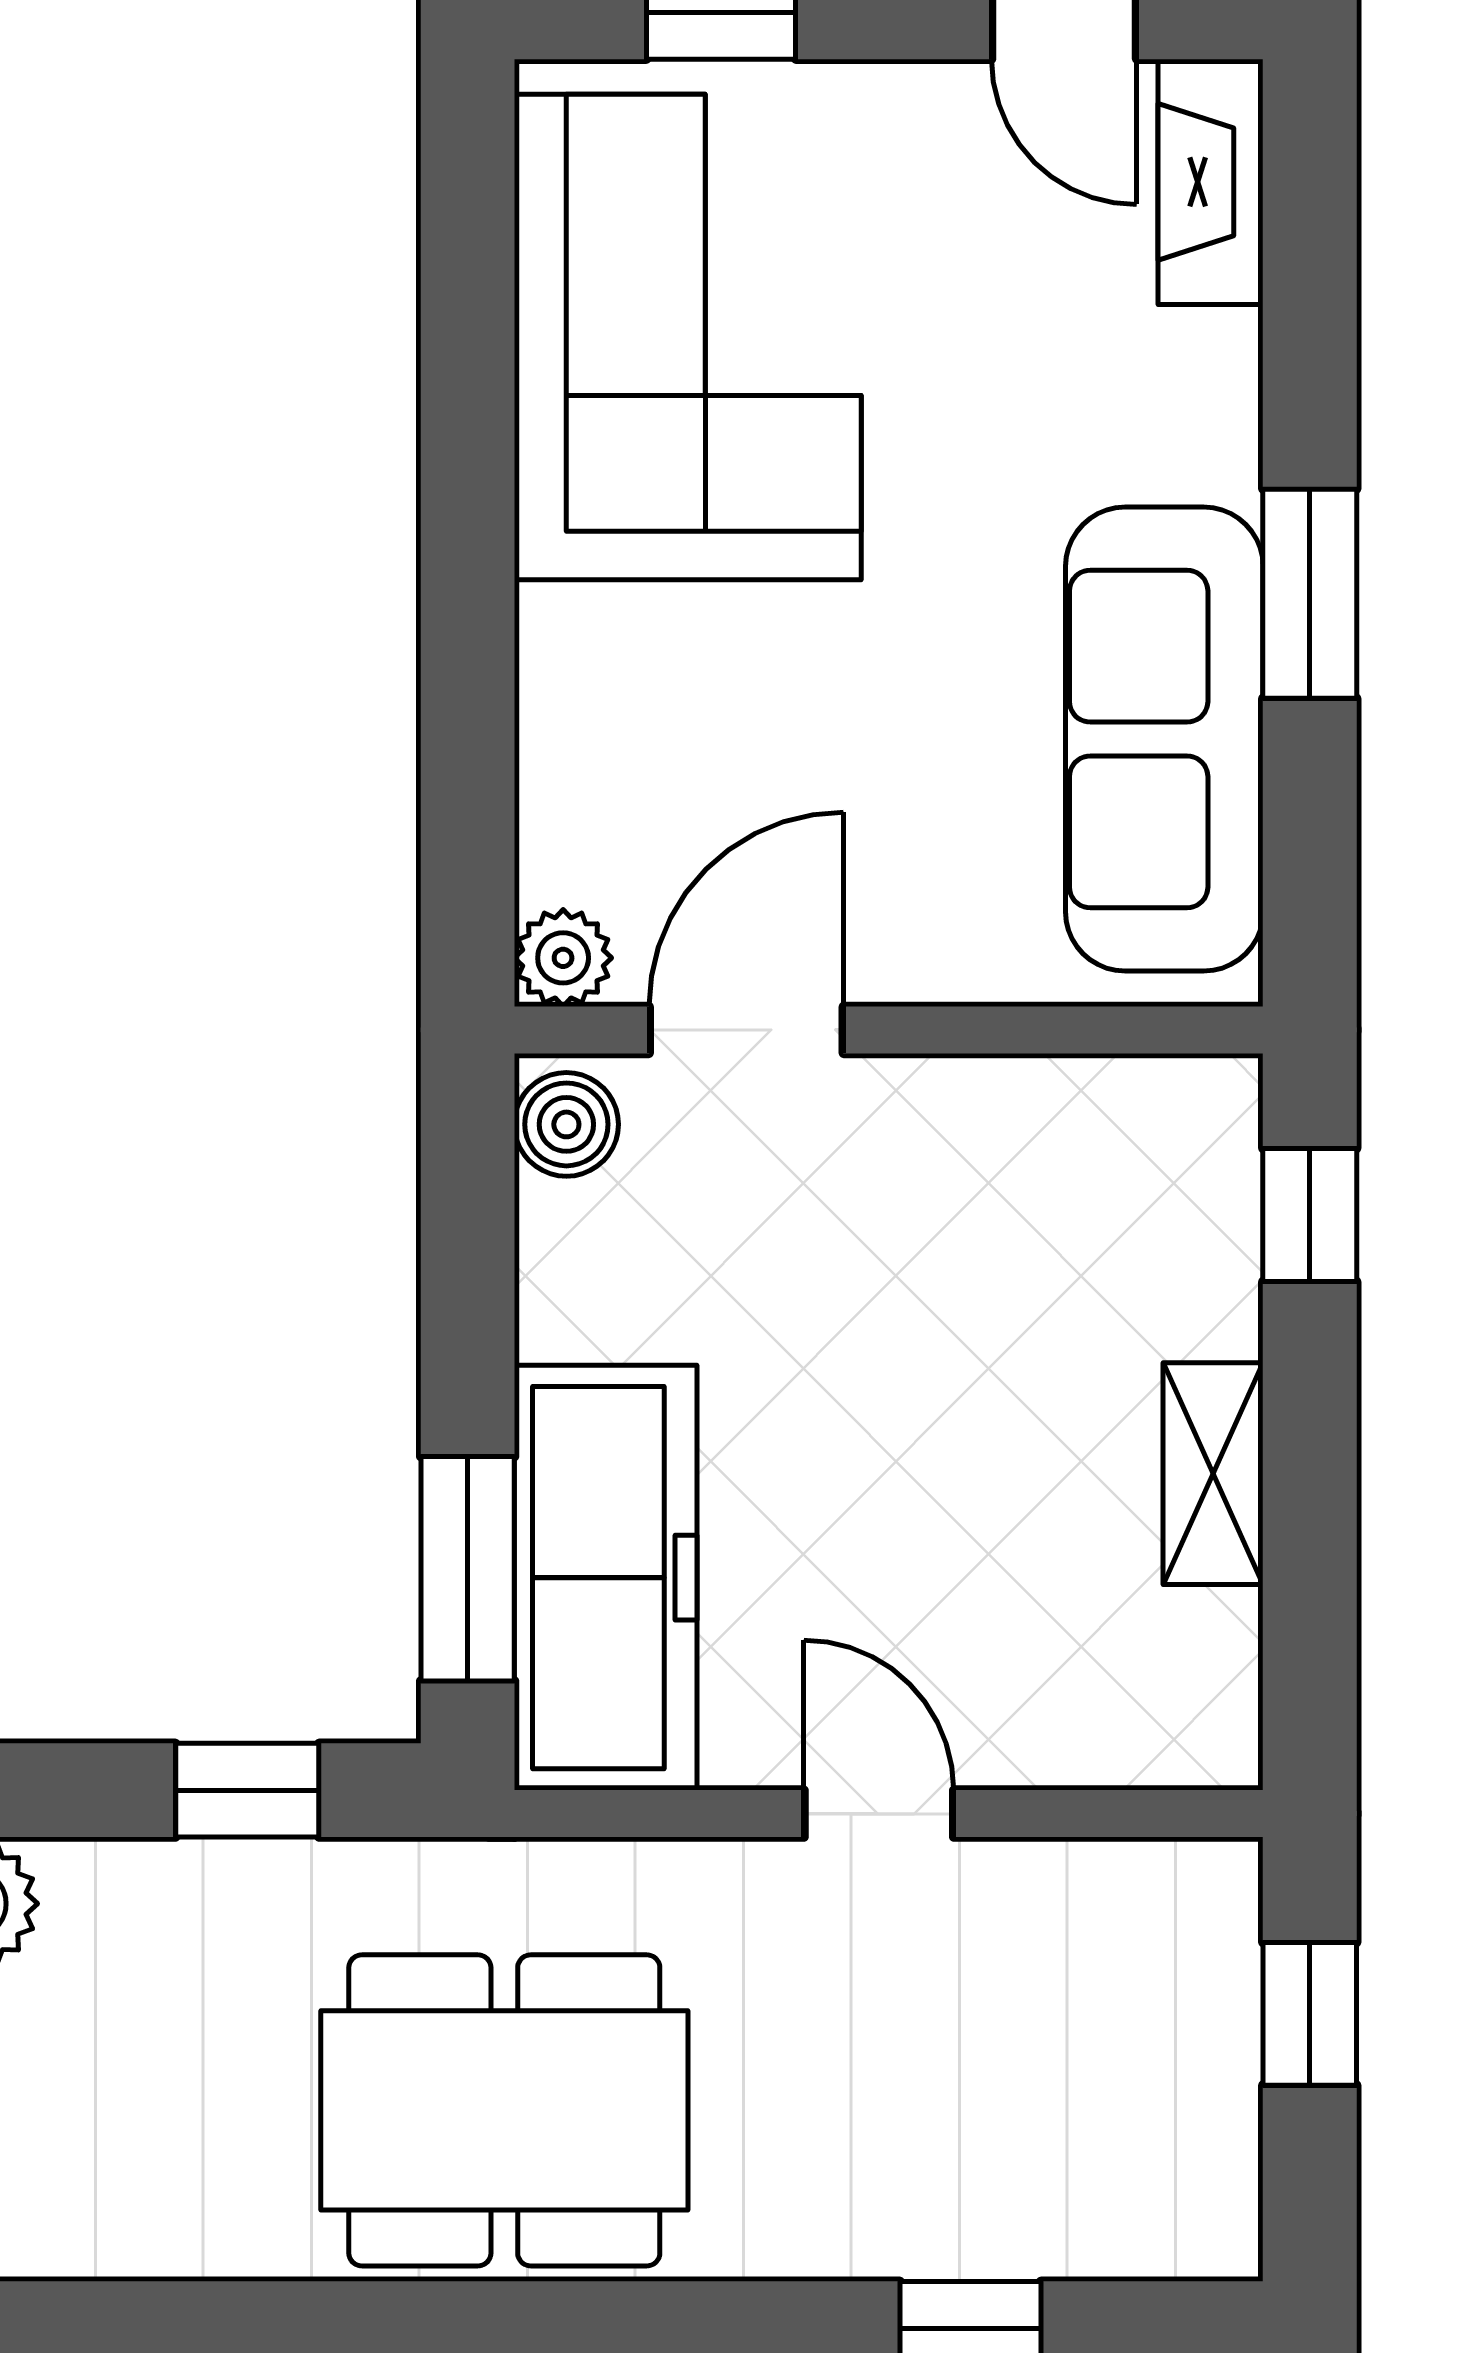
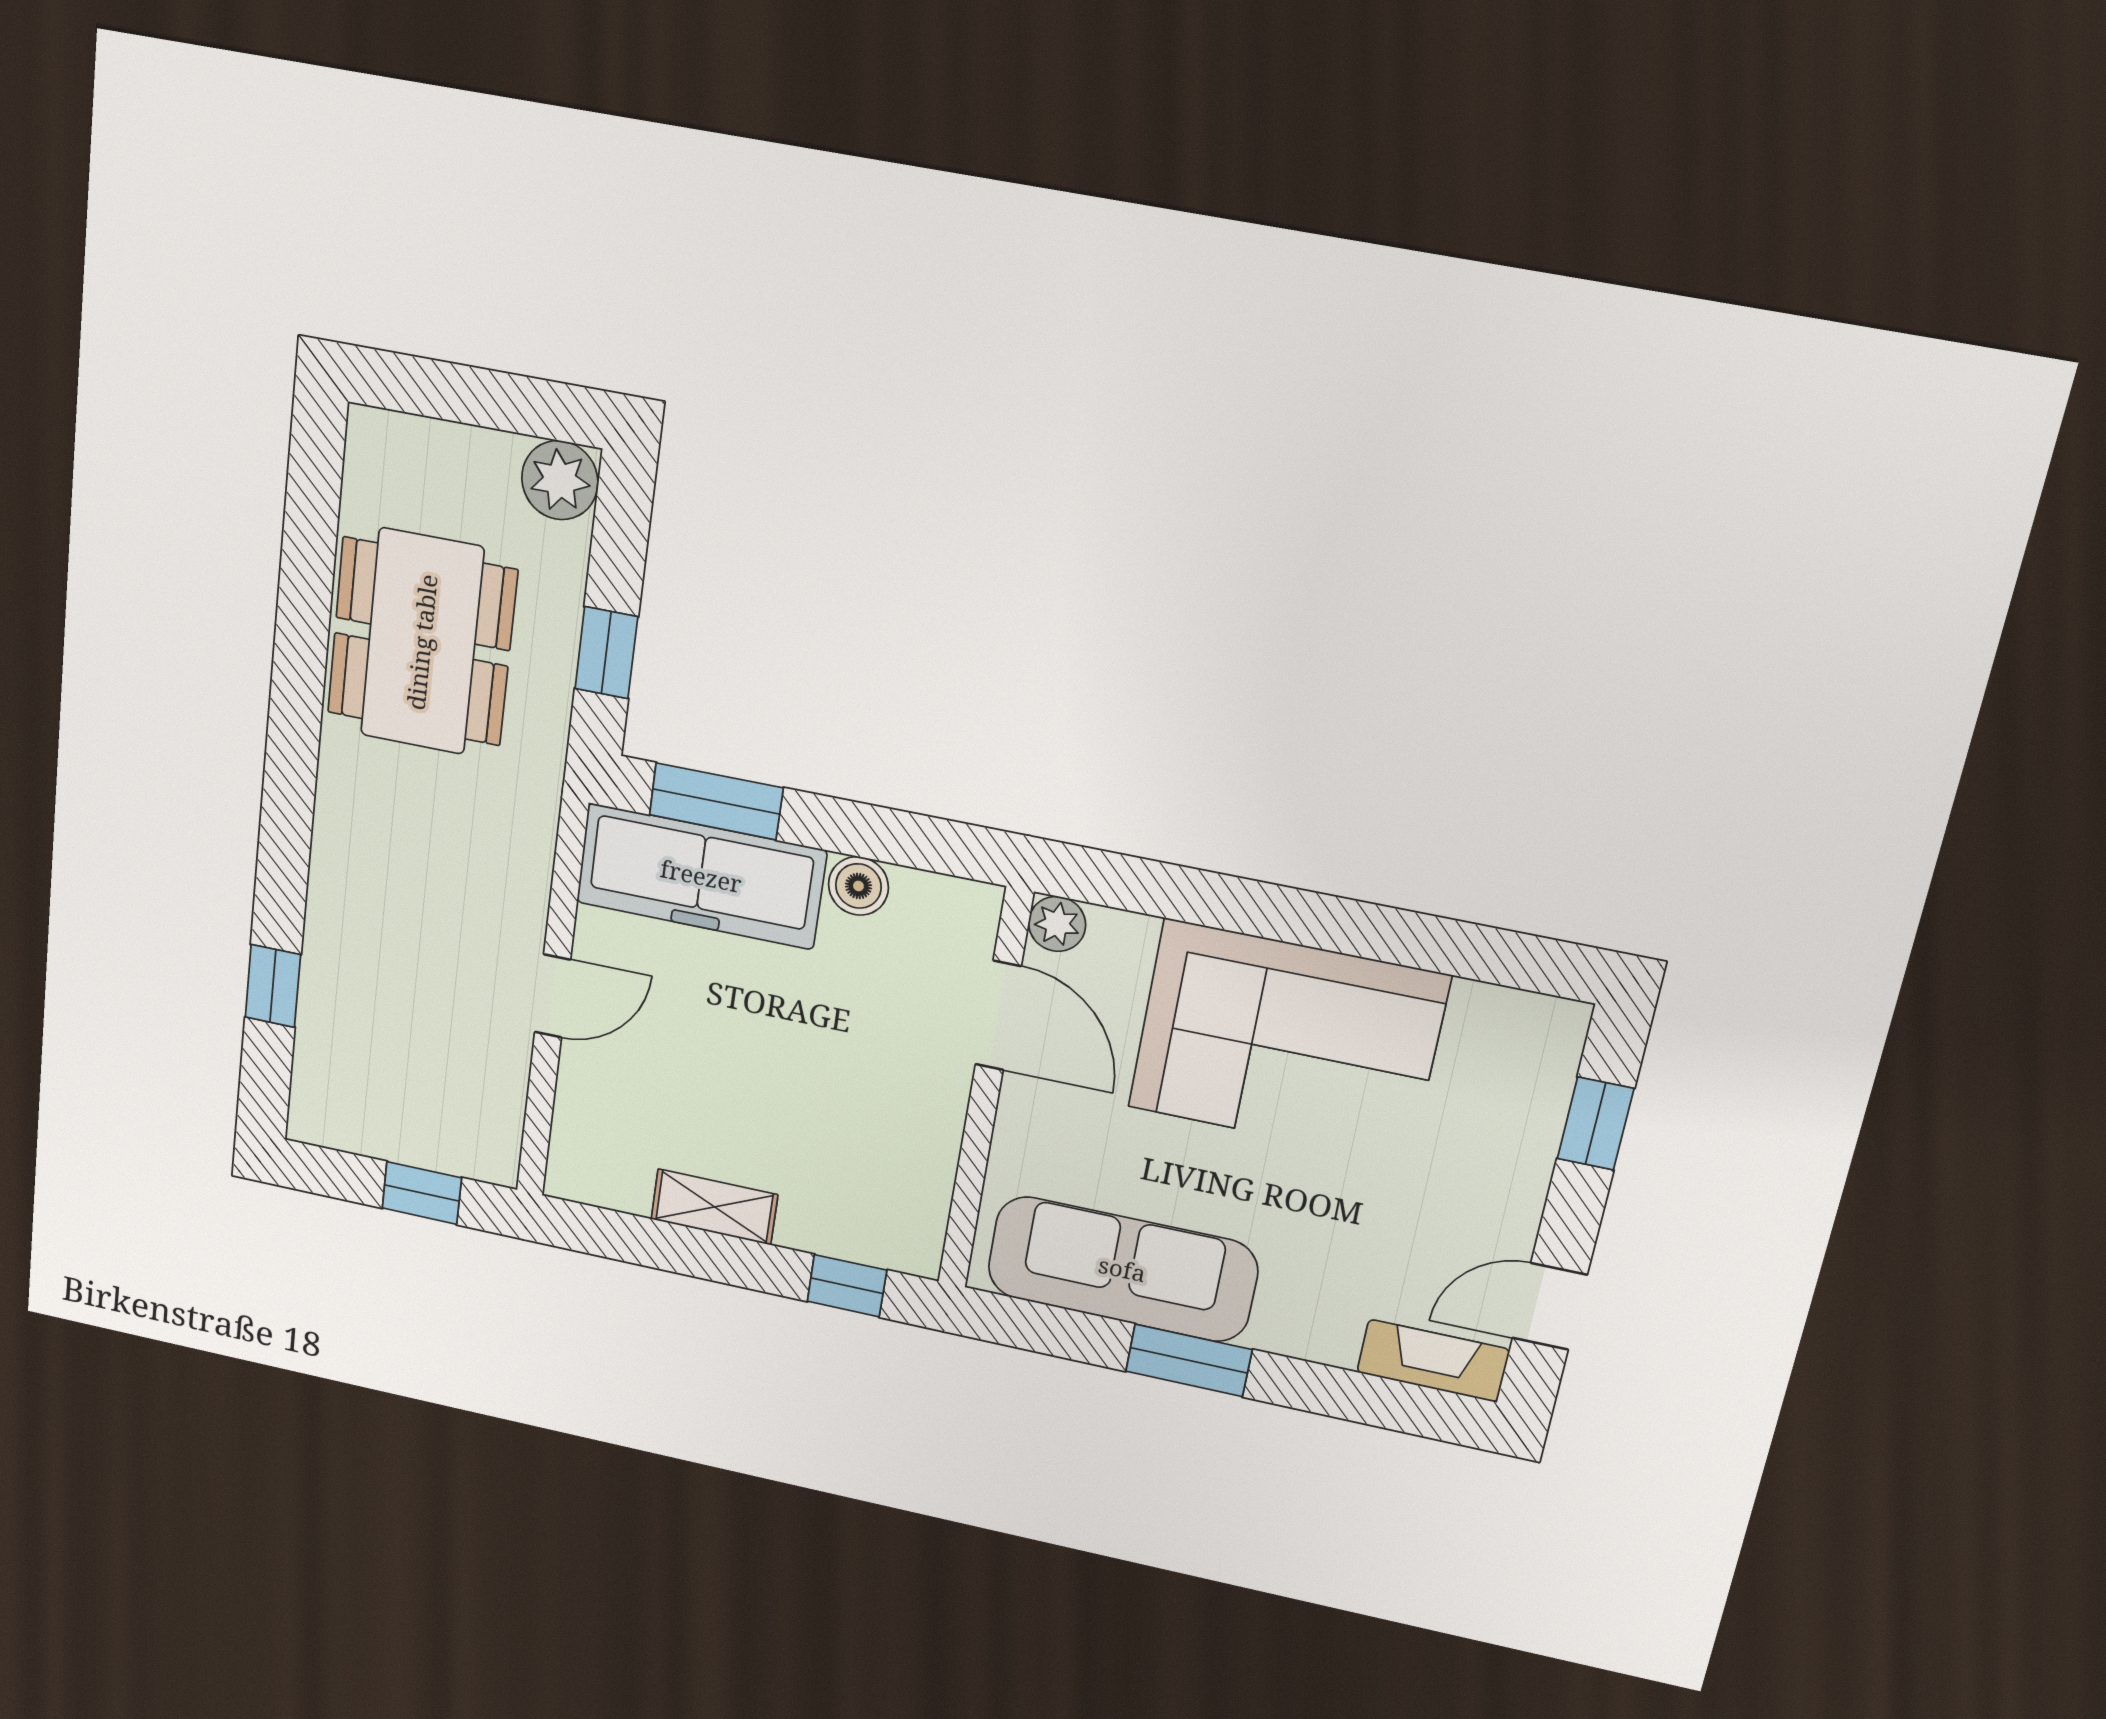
corner sofa: (688, 337) -> (1288, 1042), moved
boiler: (566, 1124) -> (858, 886), moved
dining table: (504, 2110) -> (422, 642), moved

